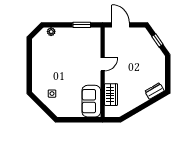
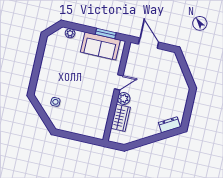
window: (157, 40) -> (185, 69), removed
plant: (110, 77) -> (124, 99), added
sofa: (91, 101) -> (100, 46), moved, turned -90

